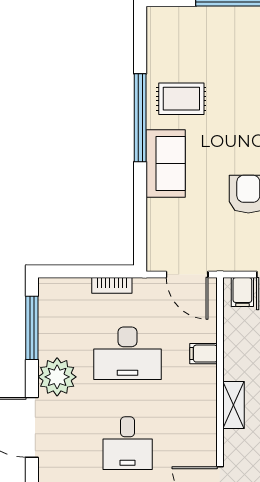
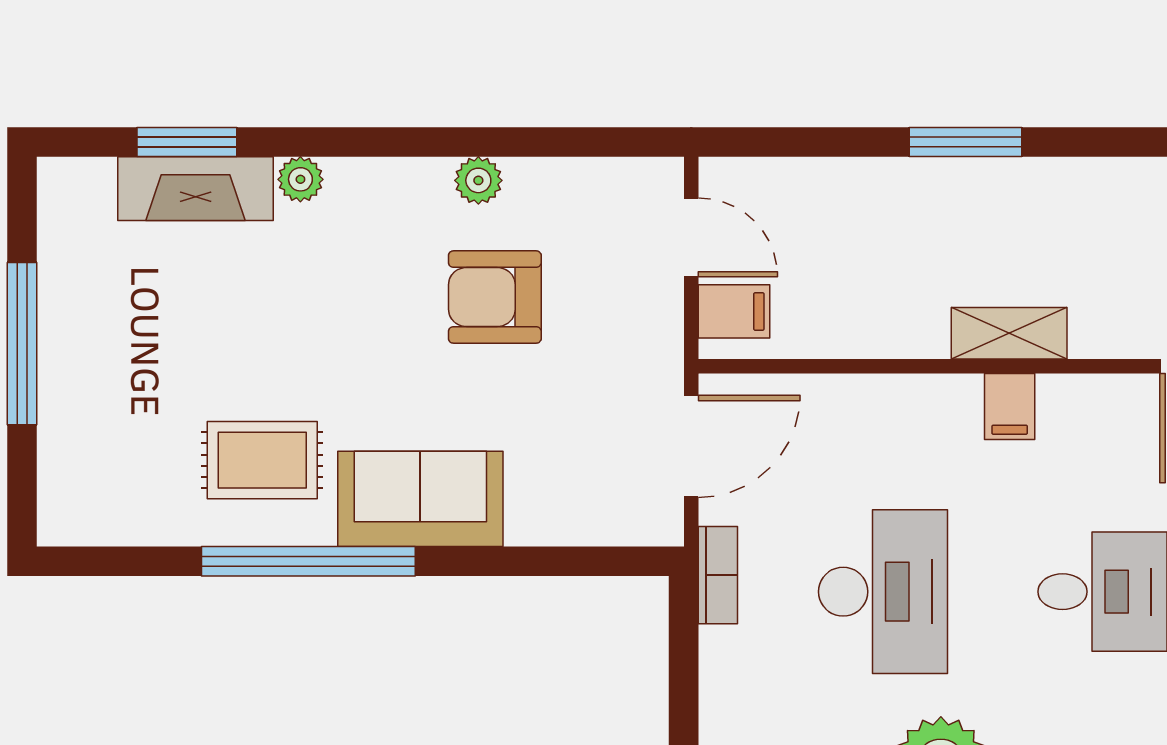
rug: (181, 99) -> (262, 460), turned 90
bookcase: (112, 285) -> (718, 575), moved
filing cabinet: (203, 354) -> (1010, 406), moved

